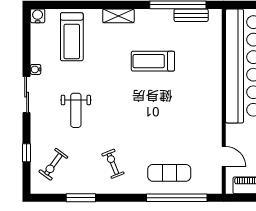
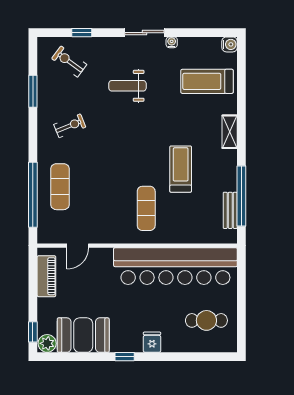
exercise mat: (189, 93) -> (146, 208), added

